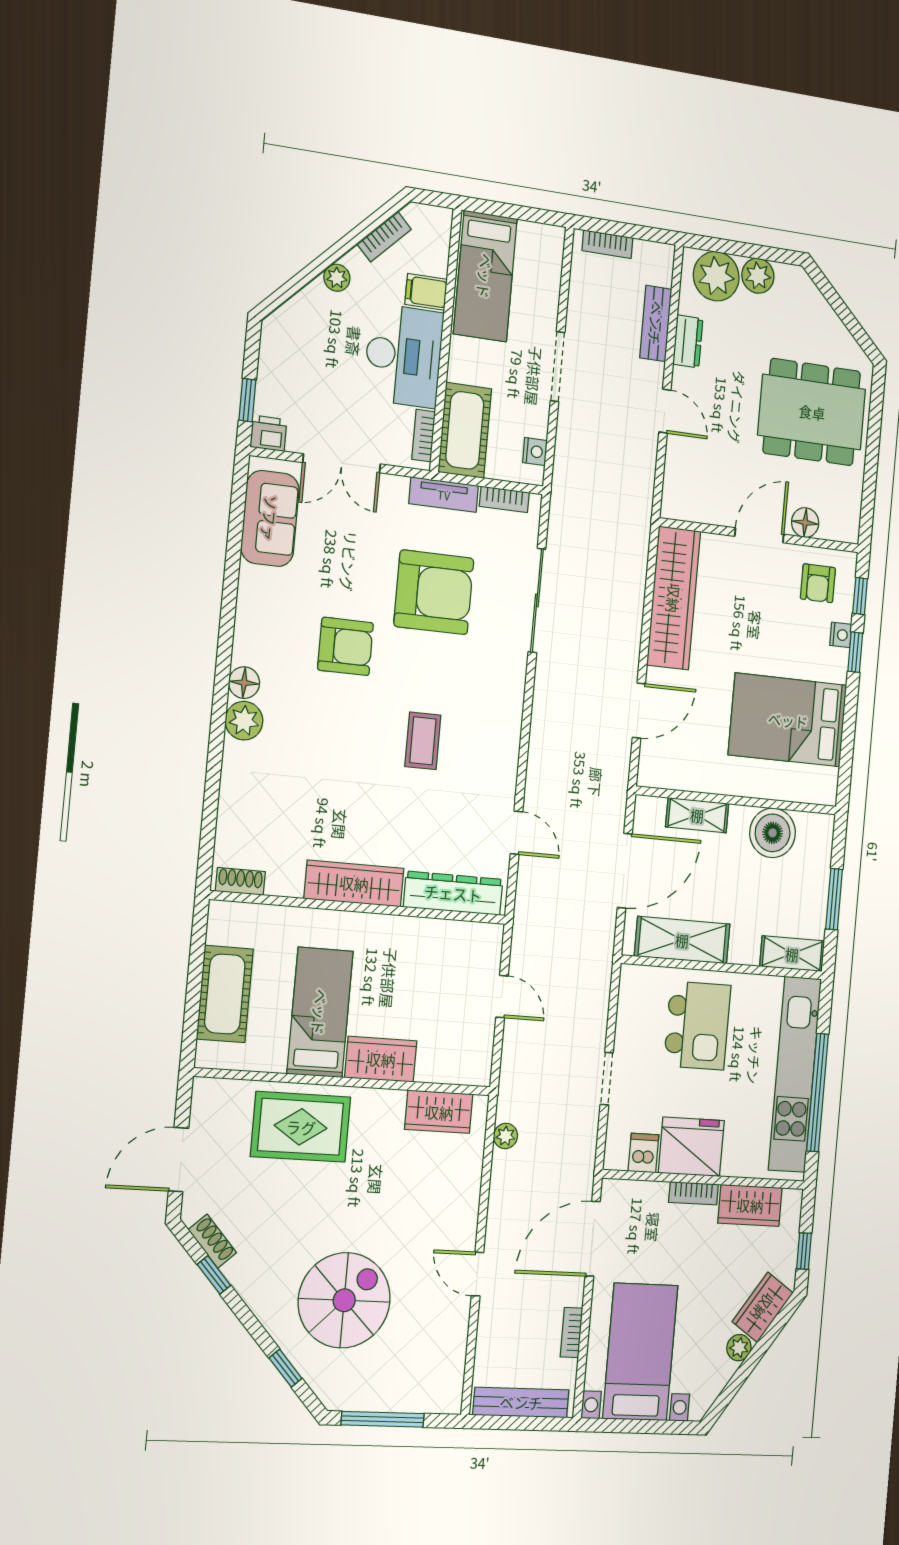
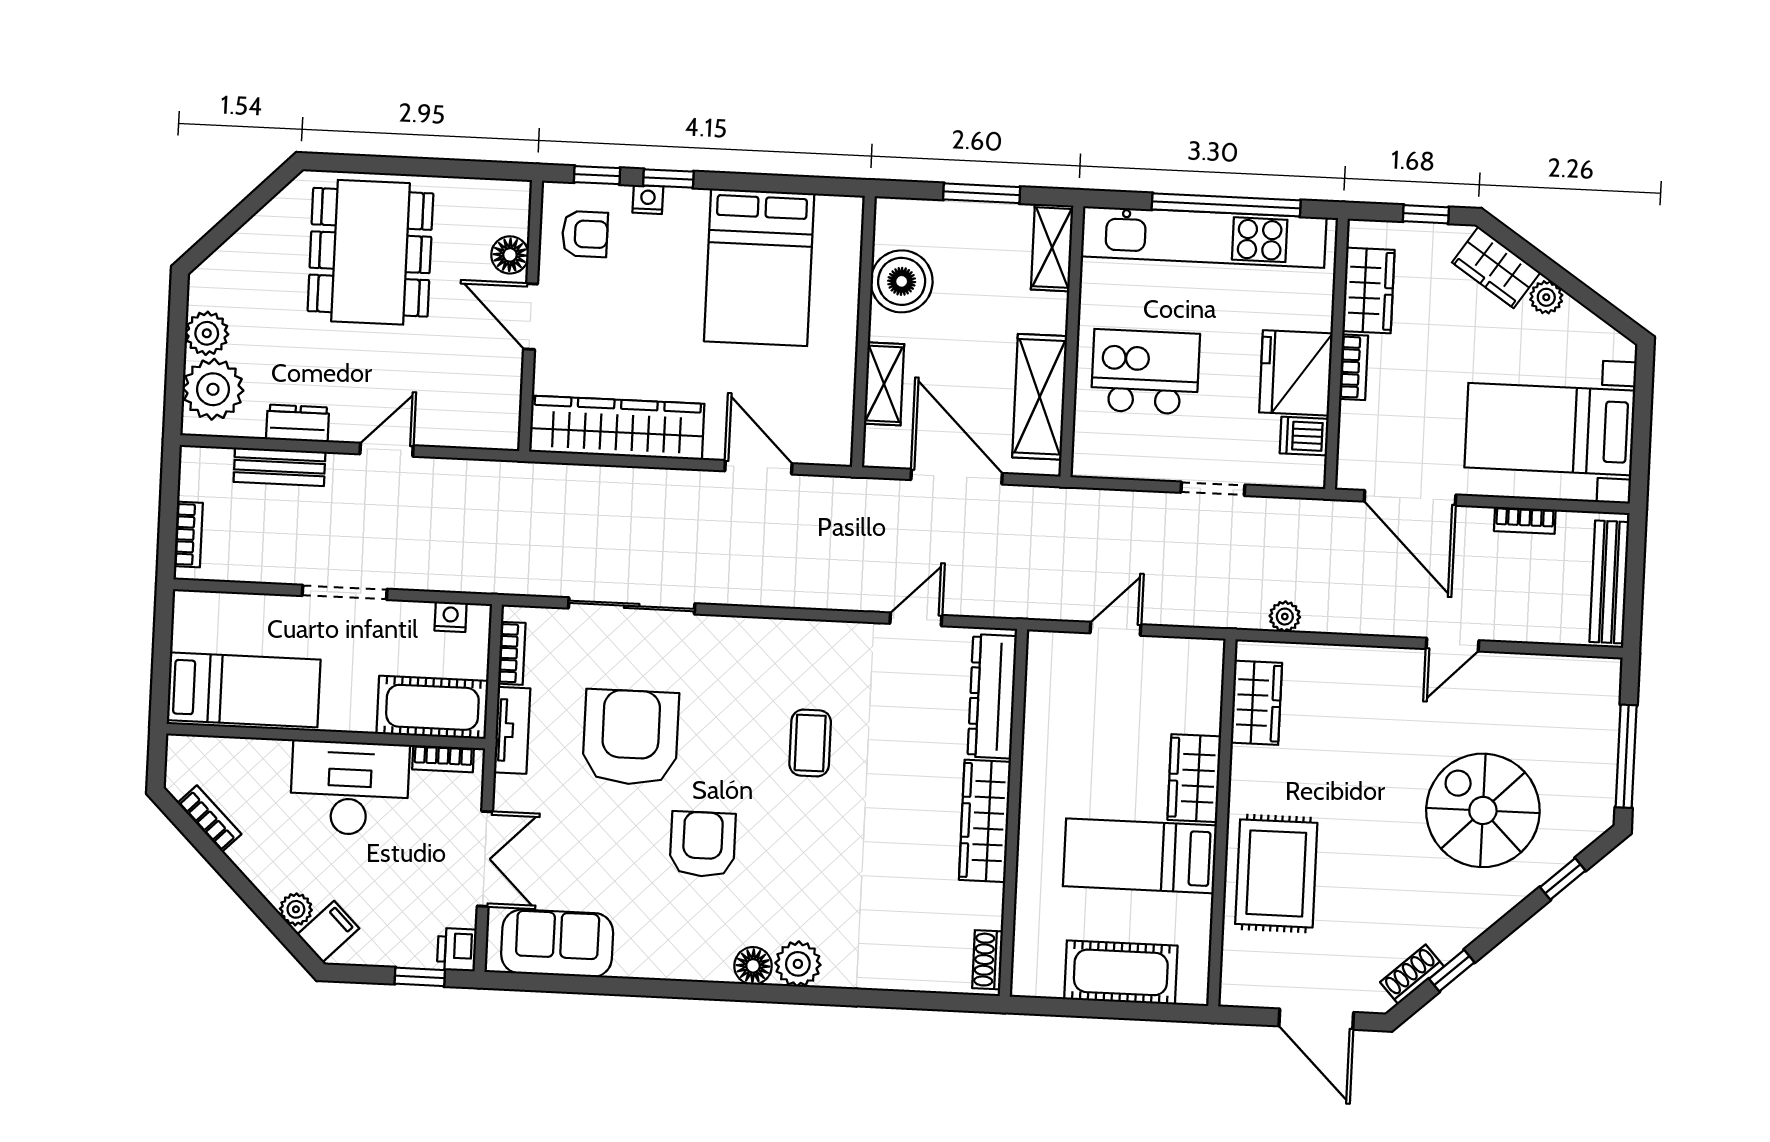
plant: (337, 278) -> (296, 909), moved
filing cabinet: (426, 292) -> (328, 931), moved, turned -135
coffee table: (423, 741) -> (810, 743), turned 90

